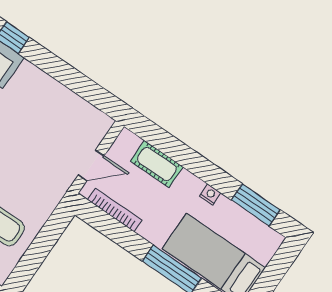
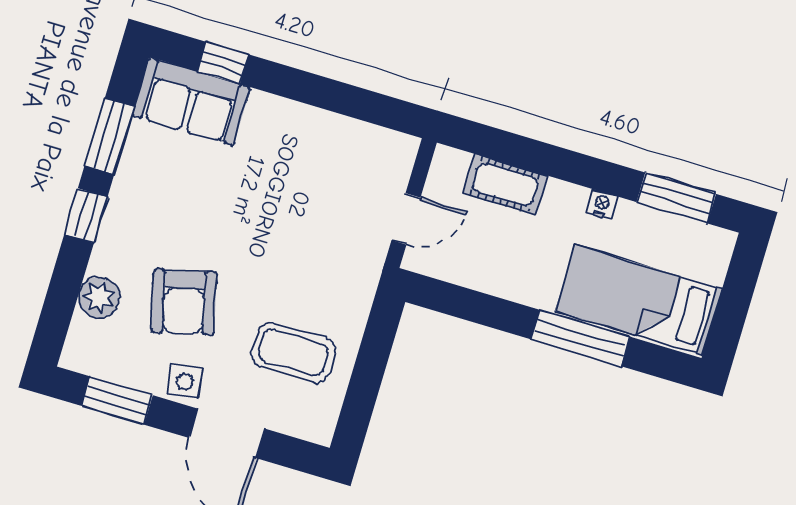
bookcase: (115, 210) -> (464, 275), removed

